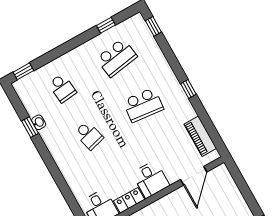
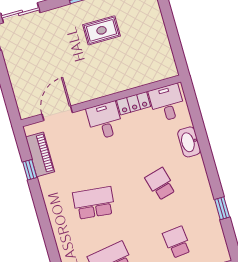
window: (188, 89) -> (30, 170), moved
washbasin: (39, 122) -> (189, 142), moved, width x1.91, depth x1.45

